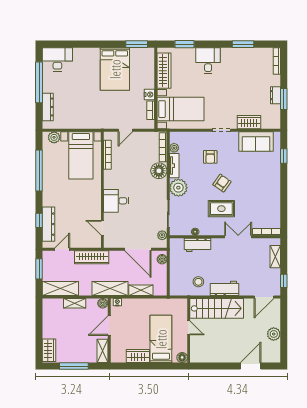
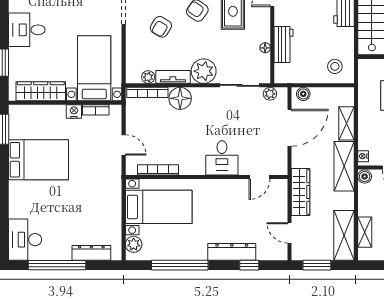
armchair: (210, 157) -> (161, 27), turned 121
dresser: (49, 224) -> (232, 252), moved
stool: (198, 282) -> (335, 66), moved
shelving: (75, 303) -> (365, 232), moved

